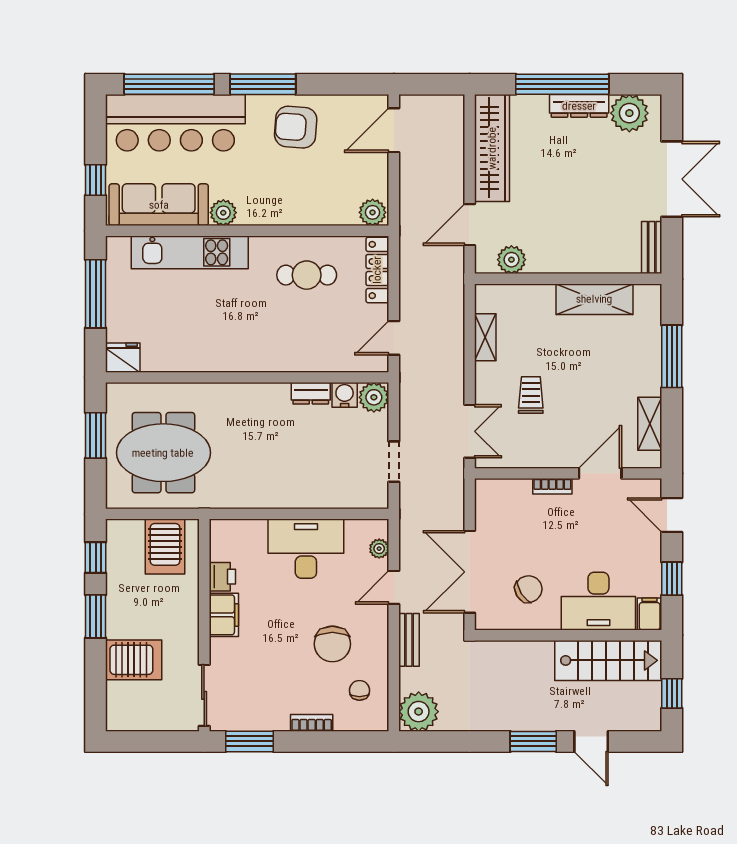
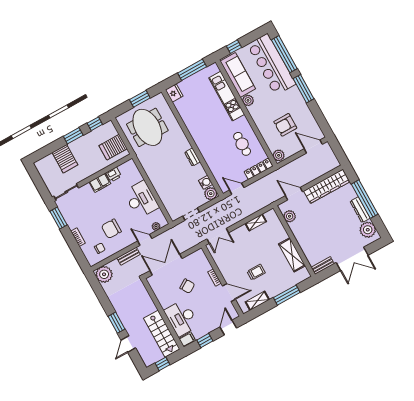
armchair: (296, 127) -> (285, 125), moved, turned -94
dresser: (311, 393) -> (192, 157), moved
trolley: (531, 395) -> (256, 272), moved
chair: (528, 589) -> (187, 286), moved

